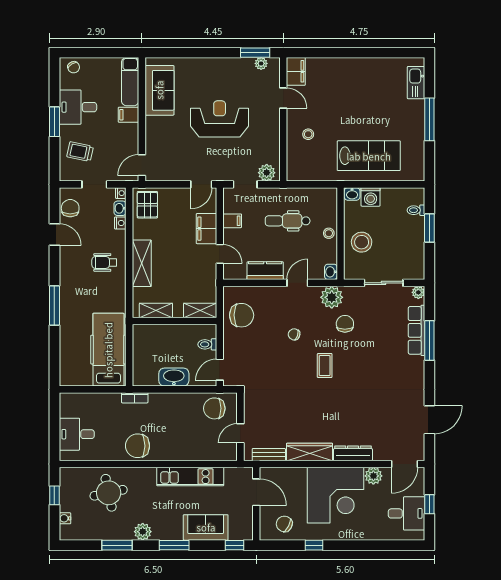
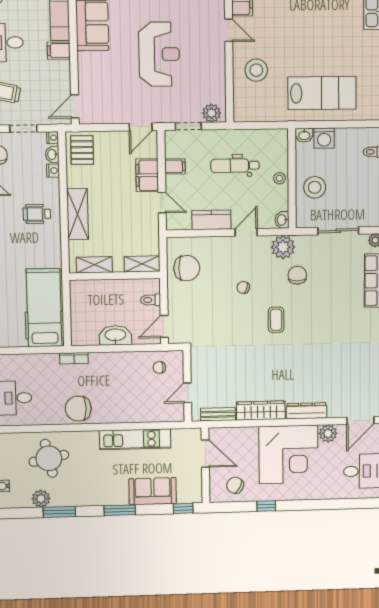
reception desk: (220, 119) -> (159, 54), turned 90
stool: (308, 134) -> (256, 70), width x1.89, depth x1.89
chair: (214, 408) -> (159, 367), width x0.54, depth x0.54
plant: (143, 532) -> (41, 499), moved

